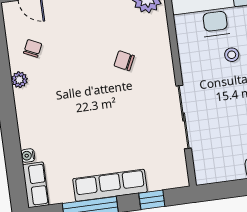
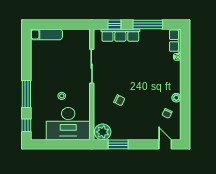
row of seats: (110, 185) -> (120, 35), moved

